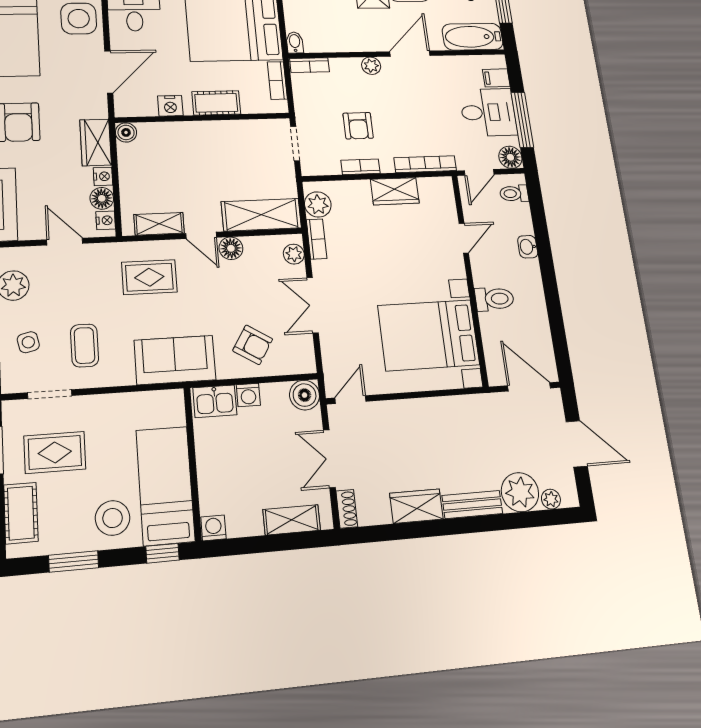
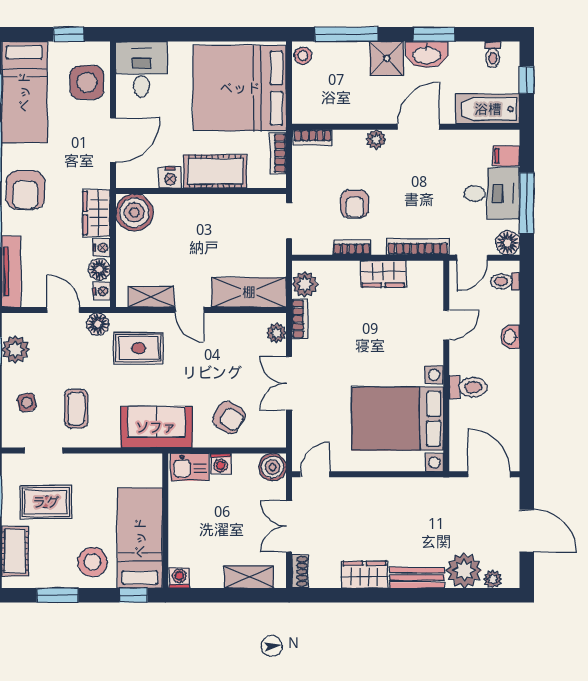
bidet: (295, 42) -> (300, 112), removed
cot: (216, 103) -> (215, 171), width x1.37, depth x1.34
boiler: (126, 132) -> (134, 212), width x1.86, depth x1.86
floor lamp: (231, 248) -> (98, 324), moved

